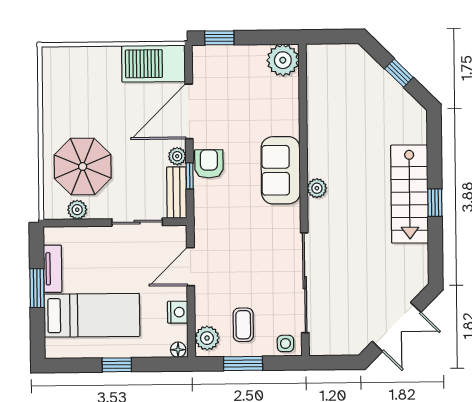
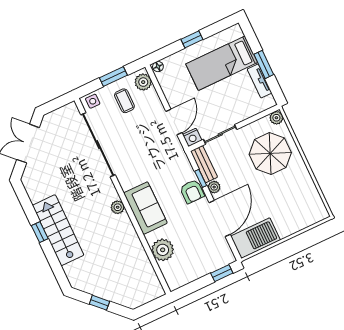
plant: (283, 60) -> (163, 250), moved
plant: (77, 210) -> (276, 118), moved
nightstand: (178, 312) -> (192, 137), moved, turned -90

